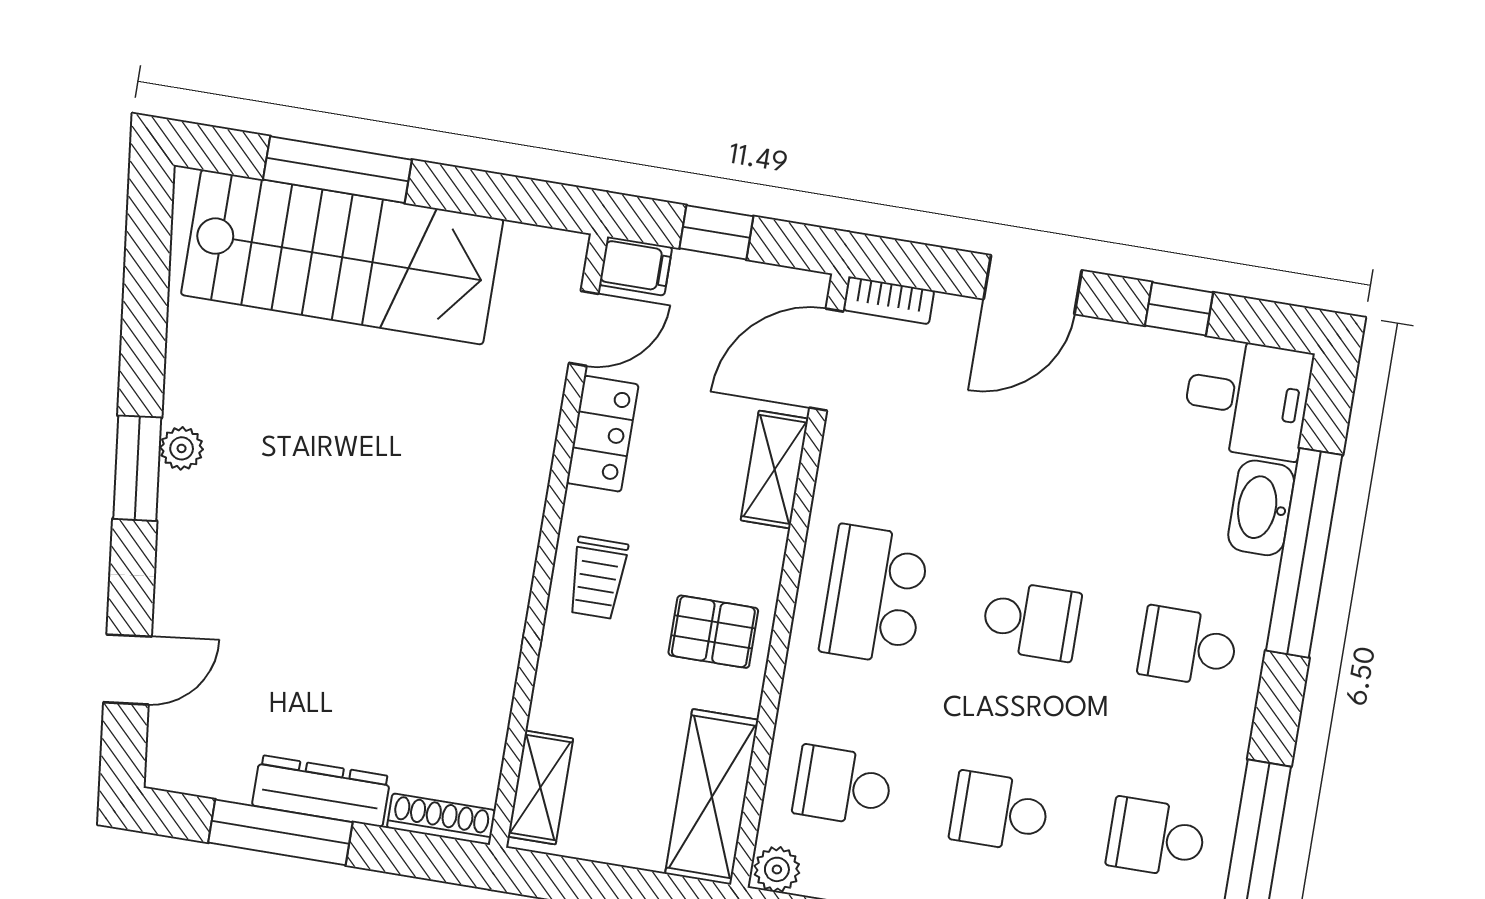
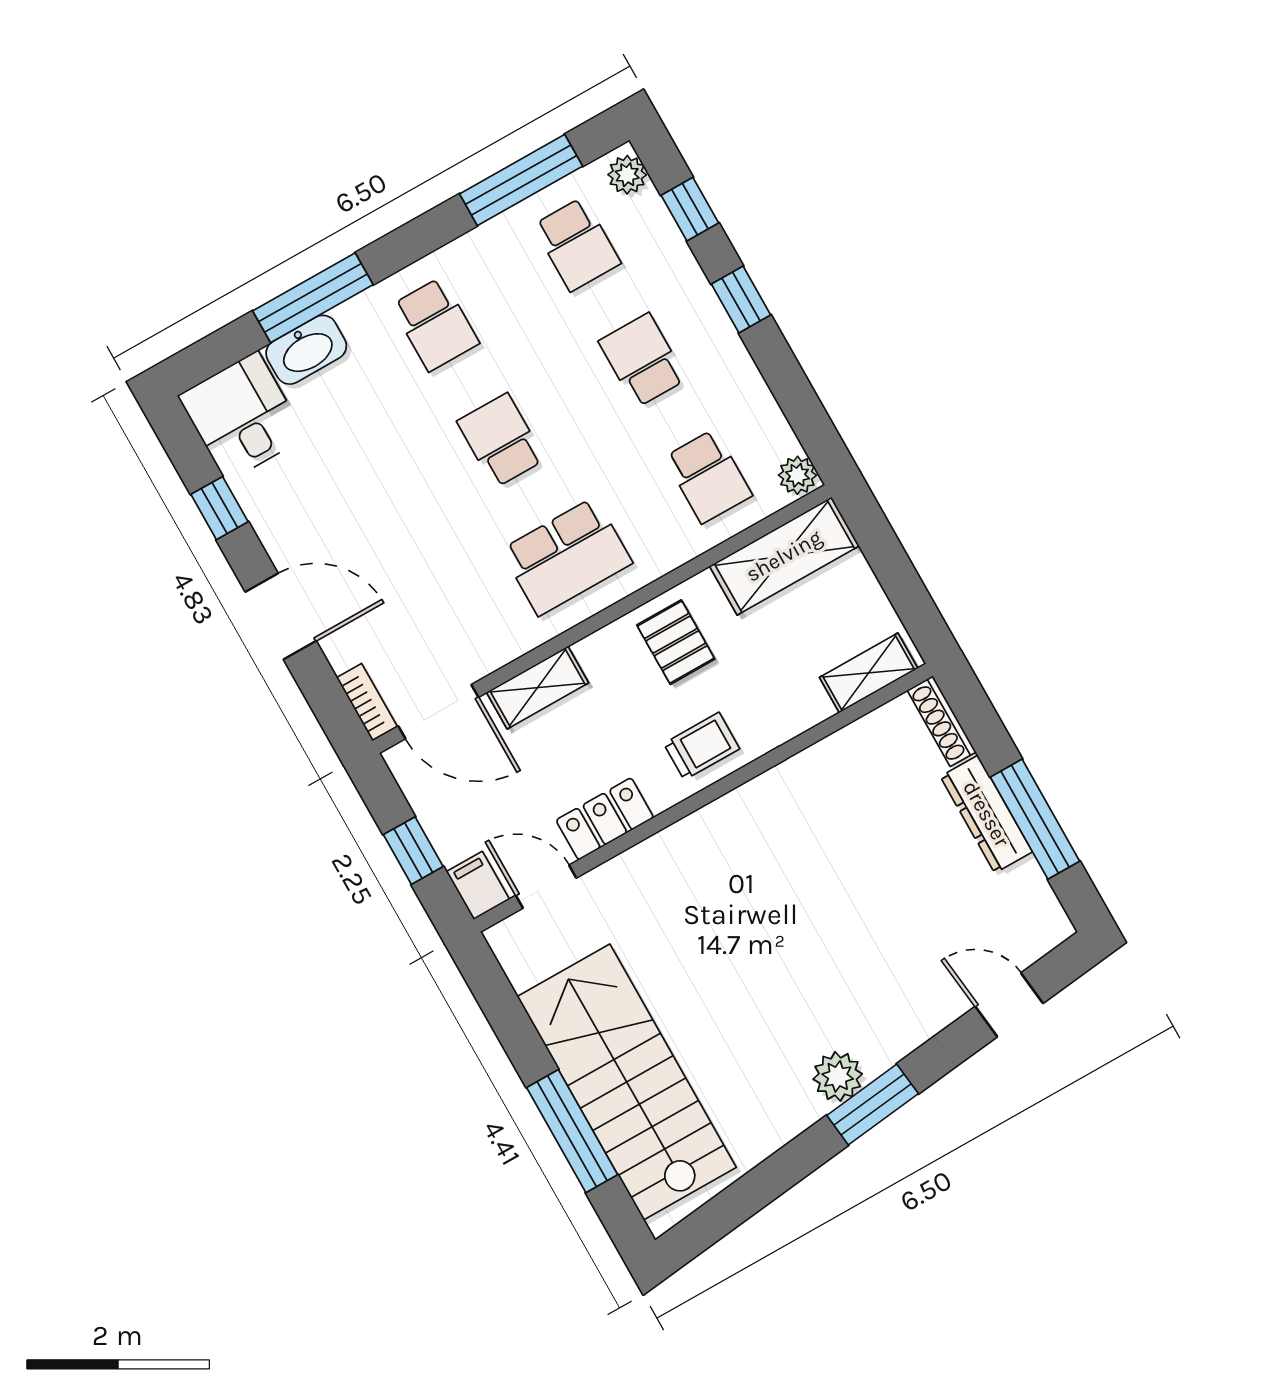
plant: (182, 448) -> (838, 1076), width x1.38, depth x1.38
window: (1304, 553) -> (313, 298), width x0.68
school desk: (1000, 812) -> (643, 360), turned 180

